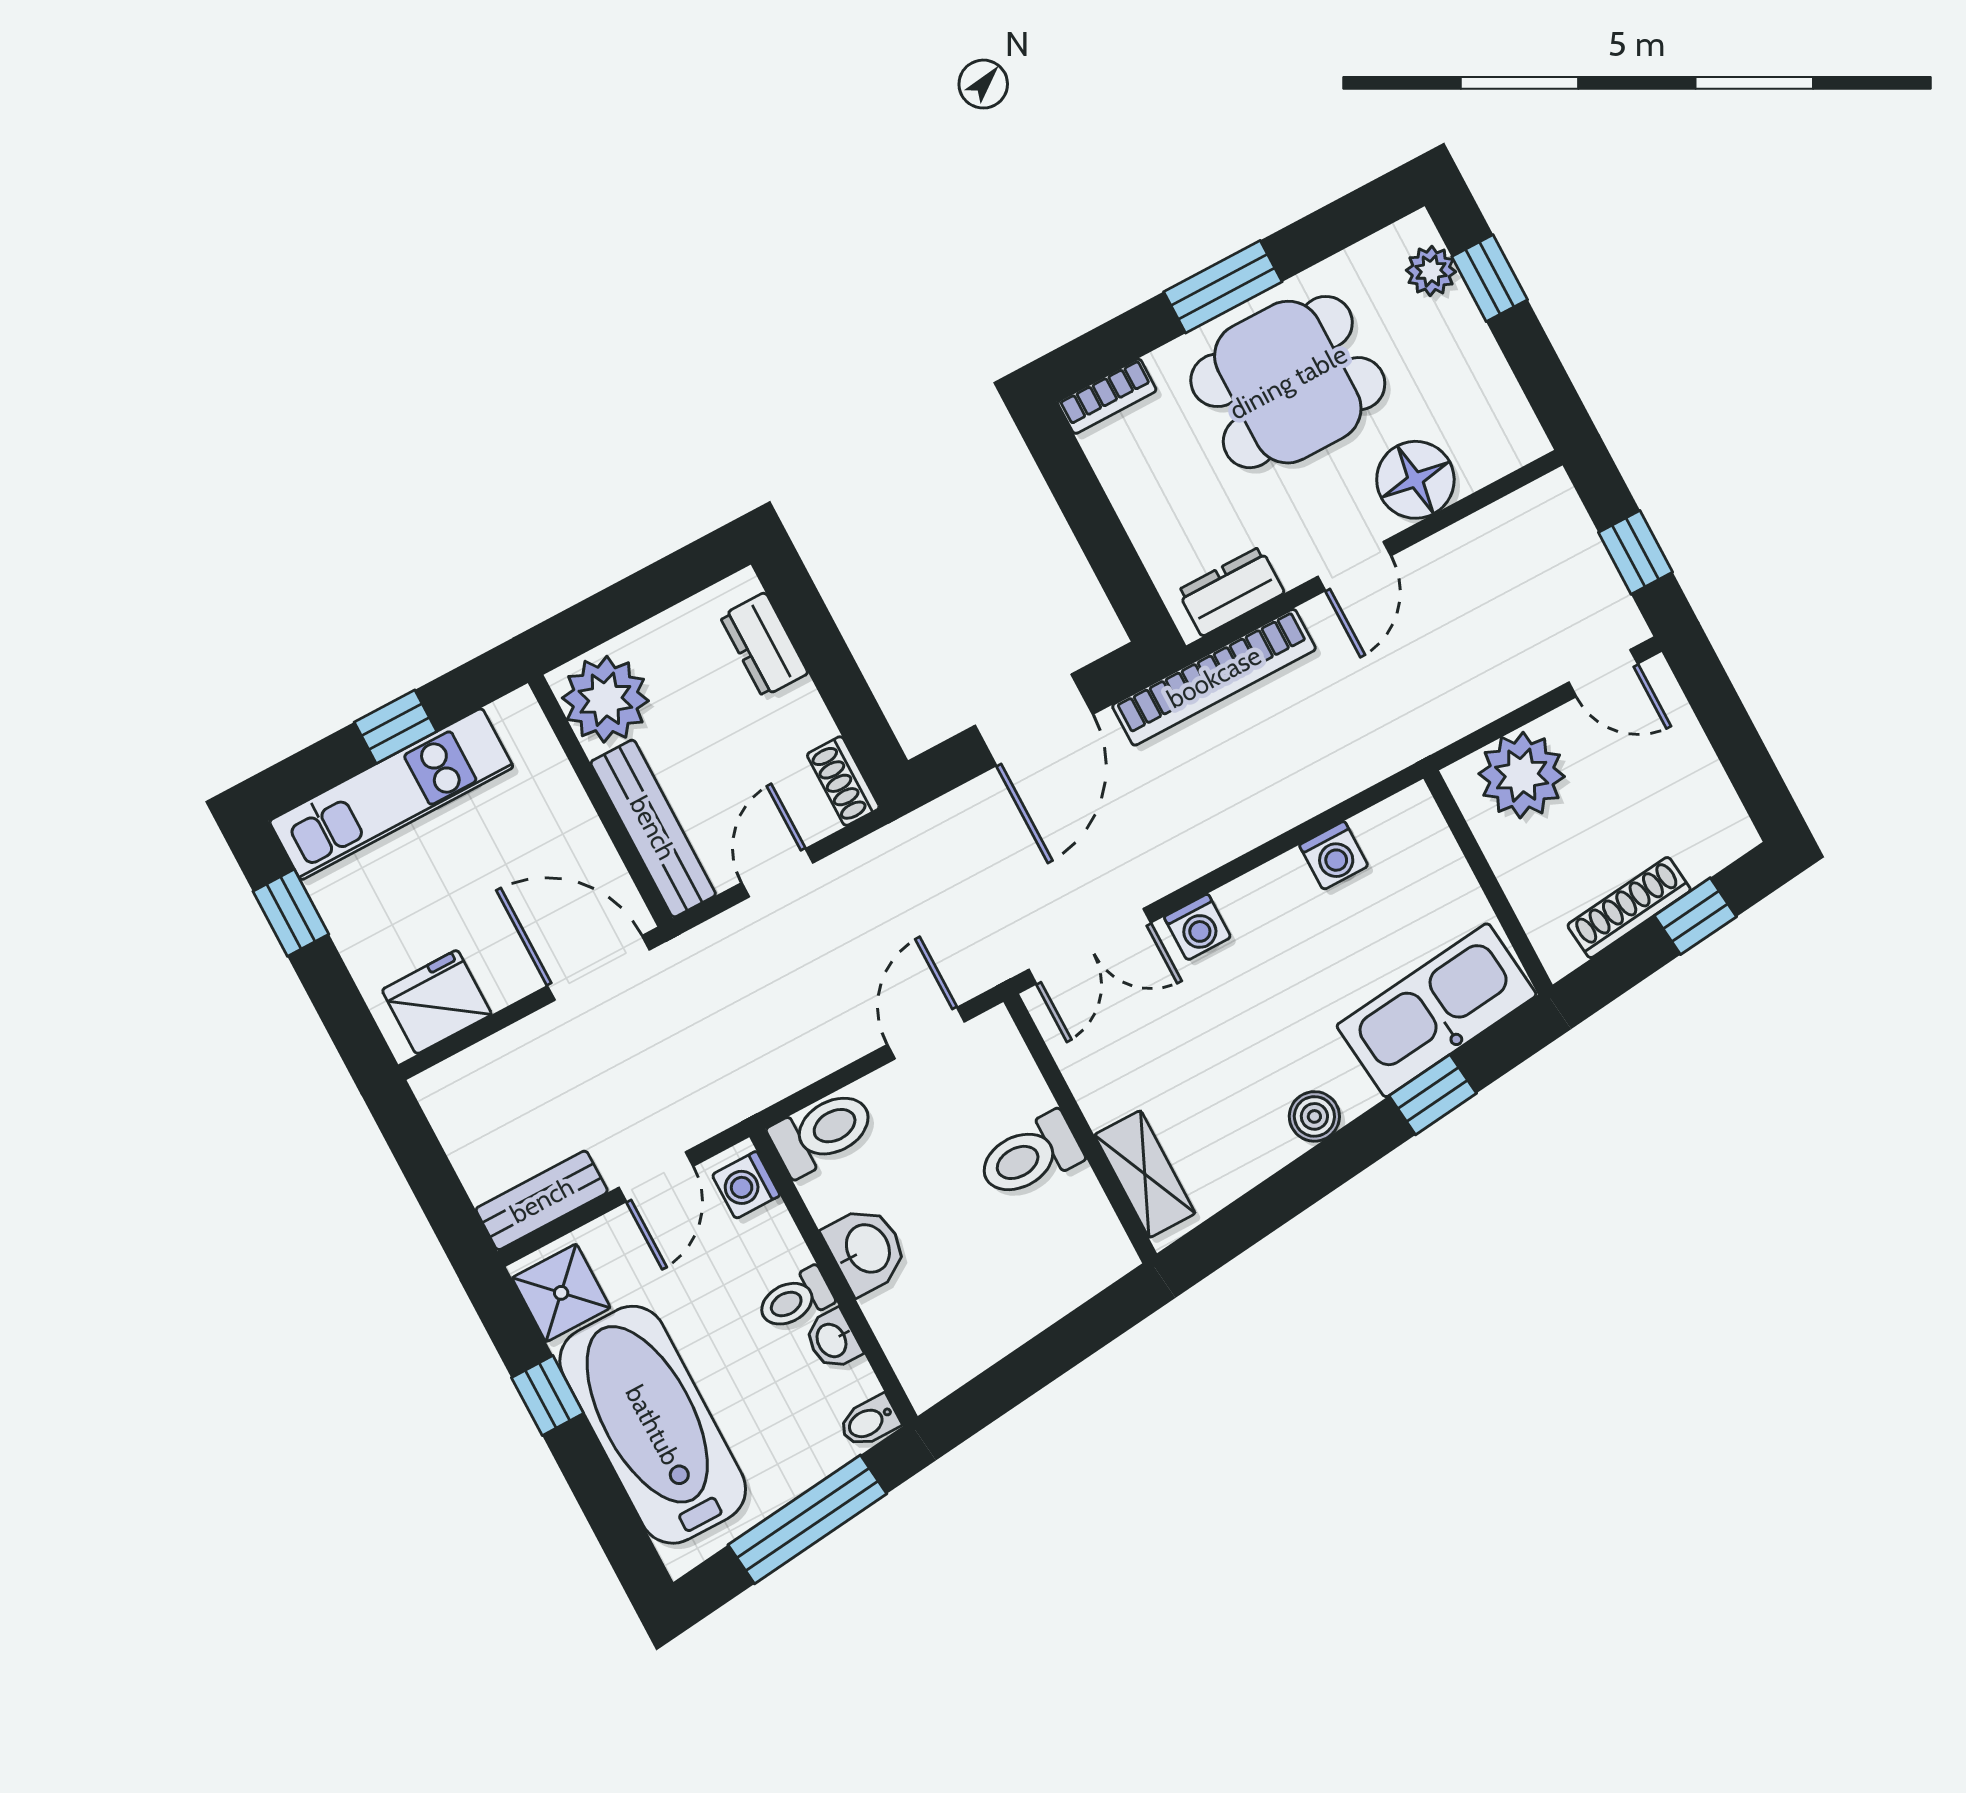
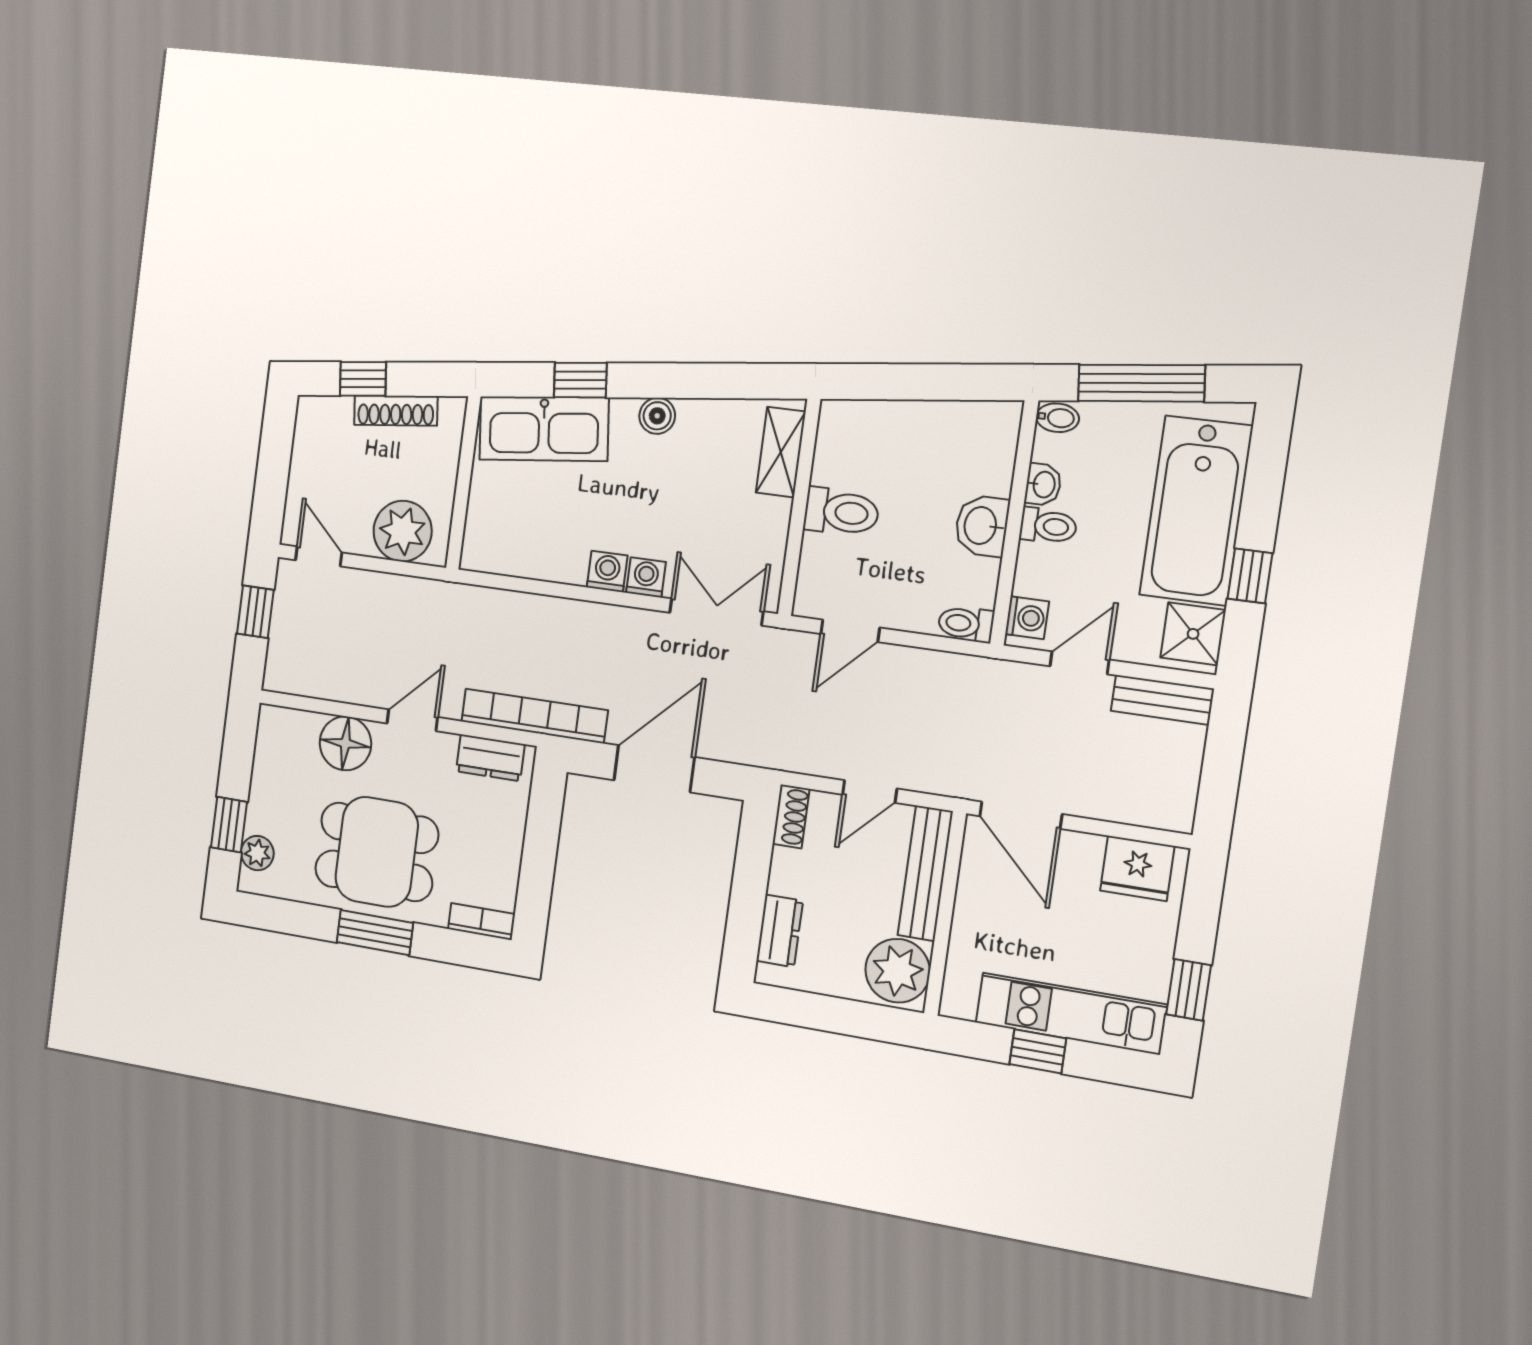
washing machine: (1334, 856) -> (607, 572), moved
toilet: (822, 1132) -> (966, 624), width x0.73, depth x0.72

